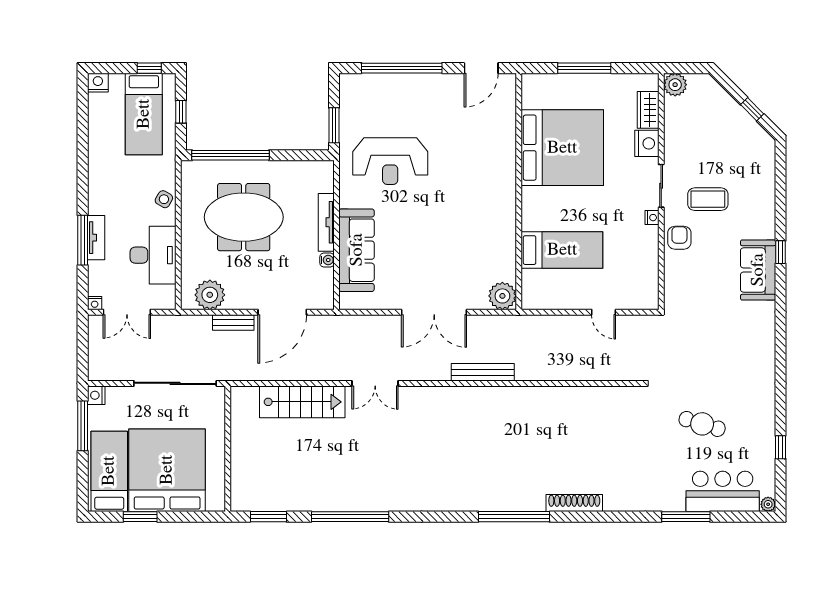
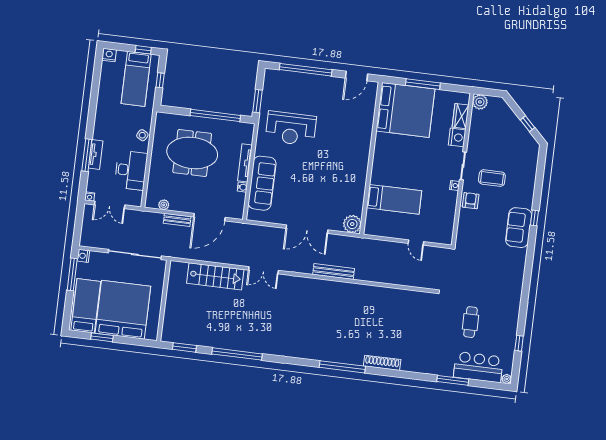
bed: (562, 148) -> (405, 110), moved
window: (231, 155) -> (215, 115), moved
plant: (210, 295) -> (164, 205), width x0.53, depth x0.53
cafe table: (702, 424) -> (471, 322), turned 73

